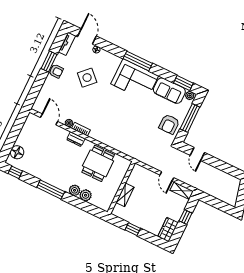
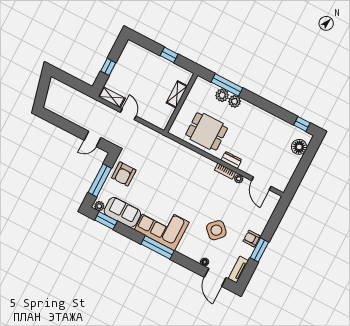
armchair: (169, 124) -> (124, 174), turned 180
door: (197, 154) -> (92, 139), swing flipped
dining table: (98, 163) -> (207, 131), turned 90
window: (51, 189) -> (227, 85), moved
wardrobe: (168, 230) -> (129, 53), removed

